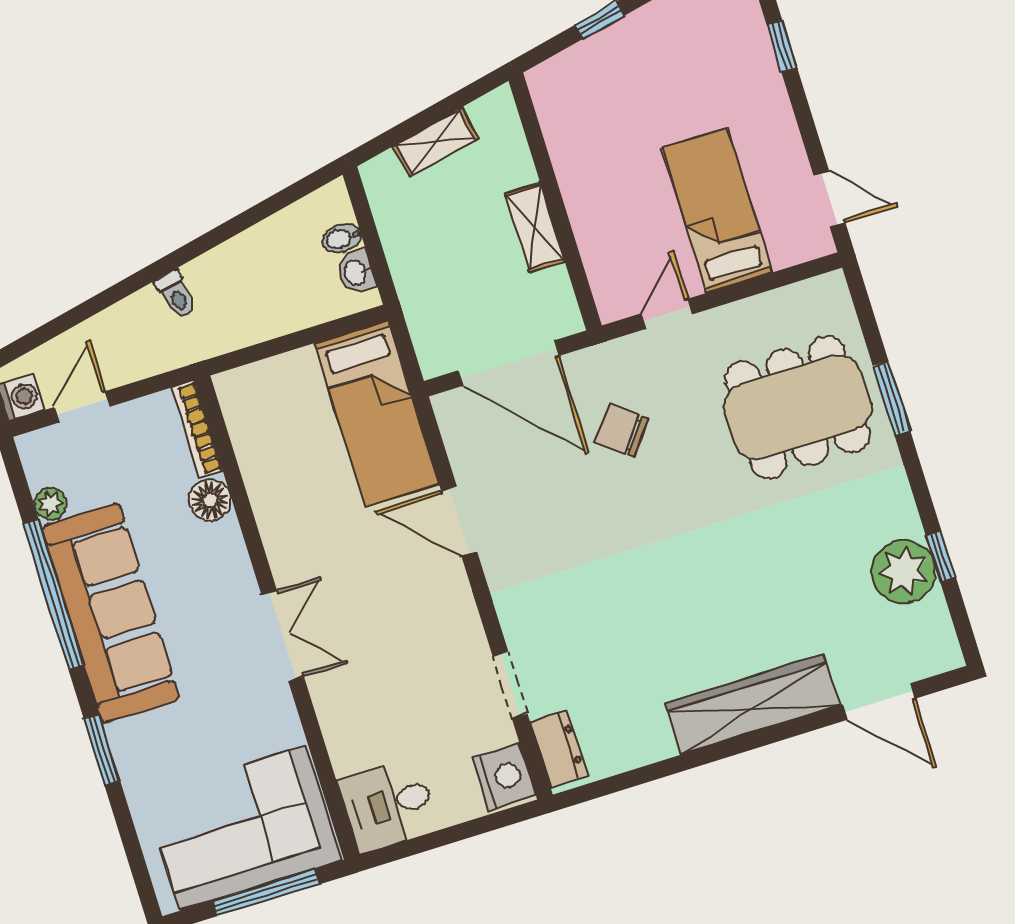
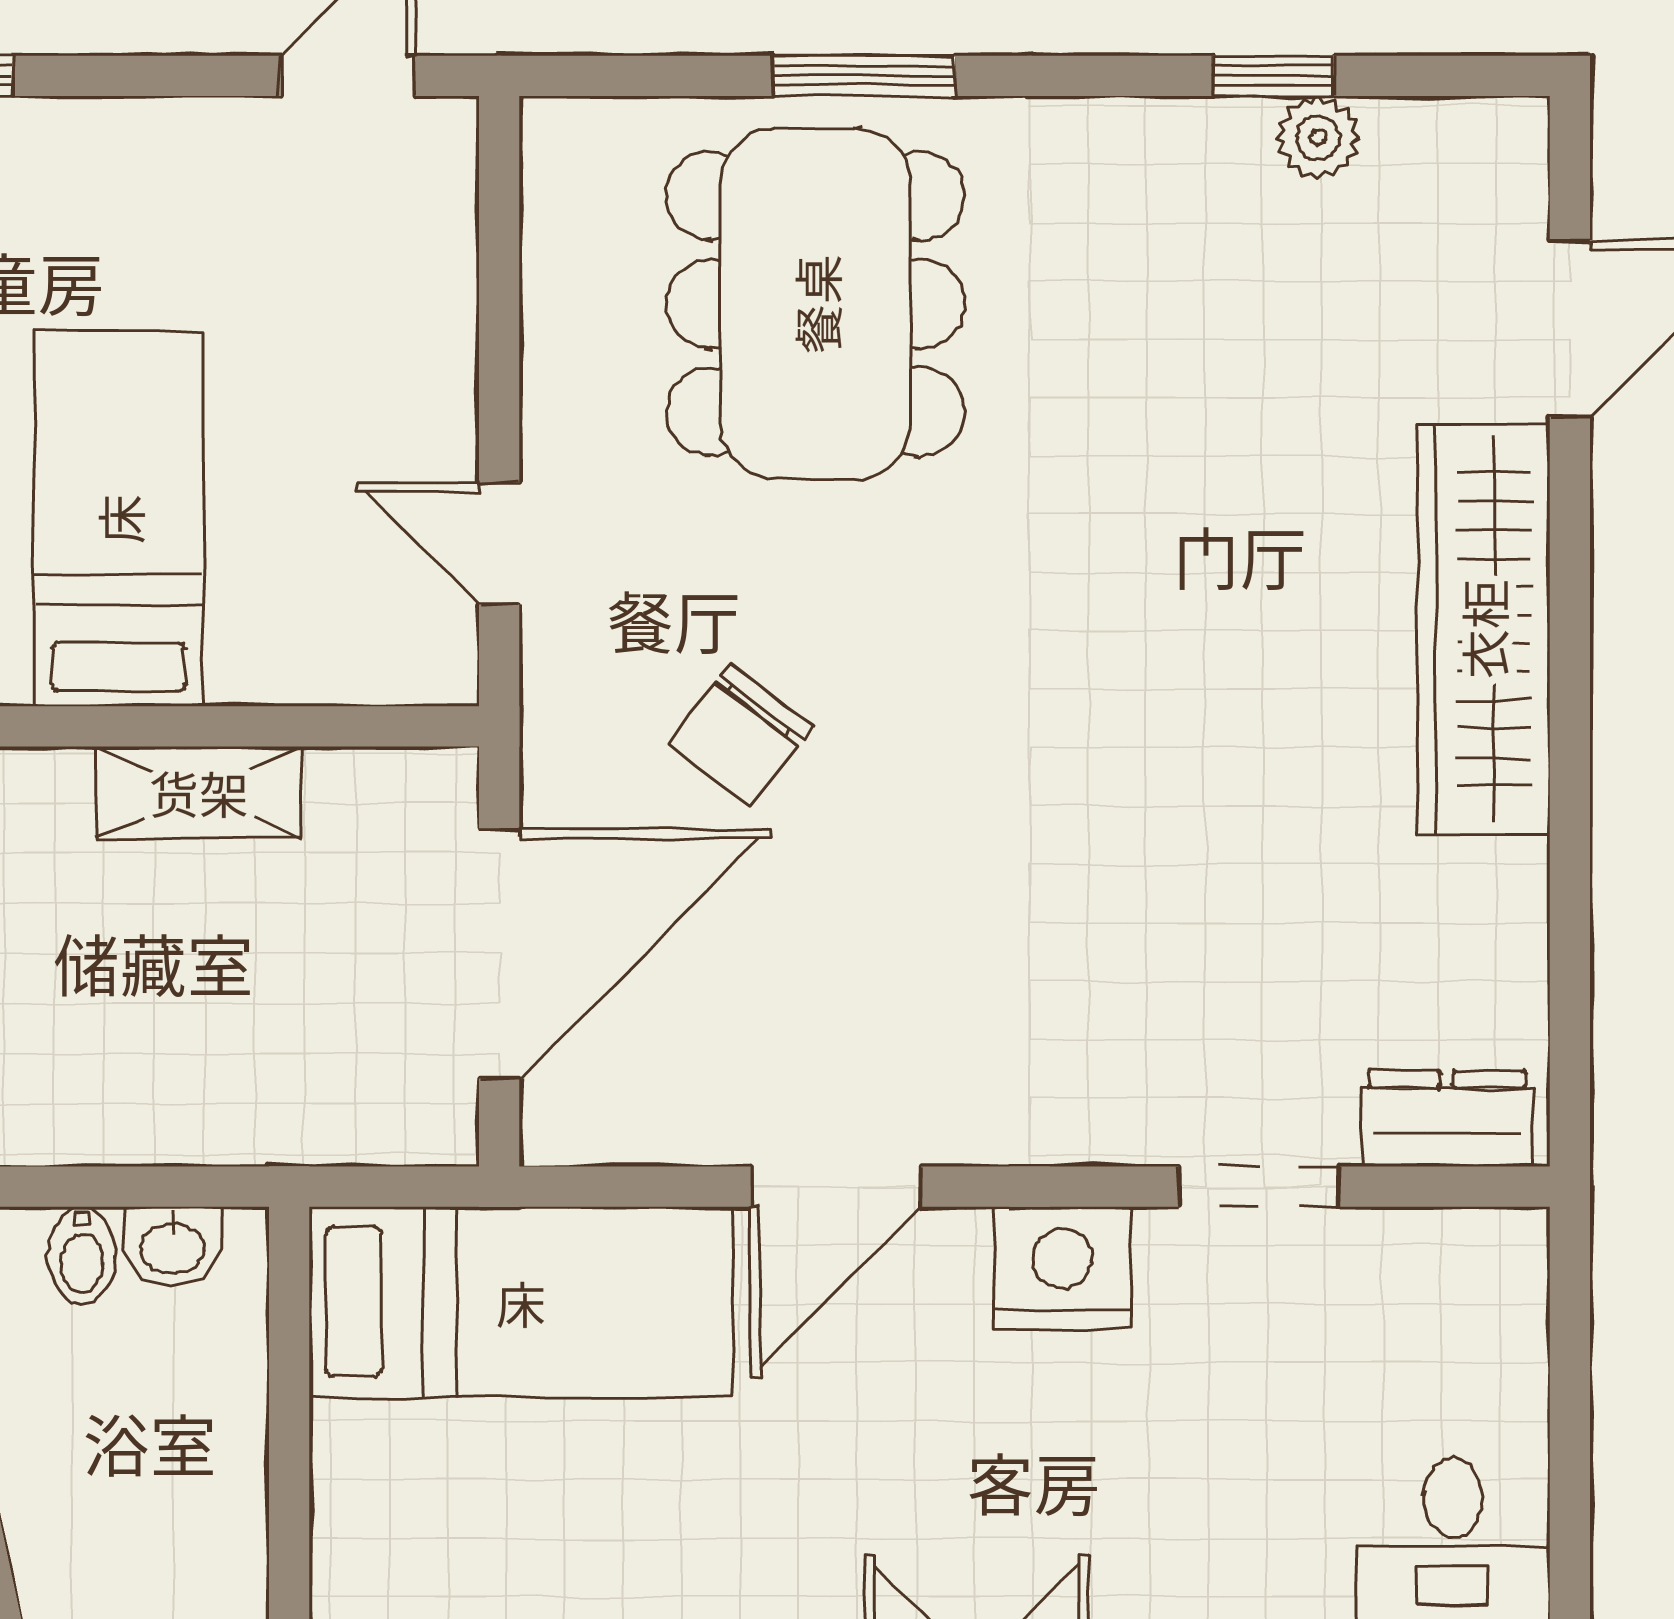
bed: (717, 210) -> (119, 519), moved, turned 90
plant: (904, 571) -> (1318, 138), width x0.53, depth x0.53
nightstand: (504, 777) -> (1062, 1268), moved

